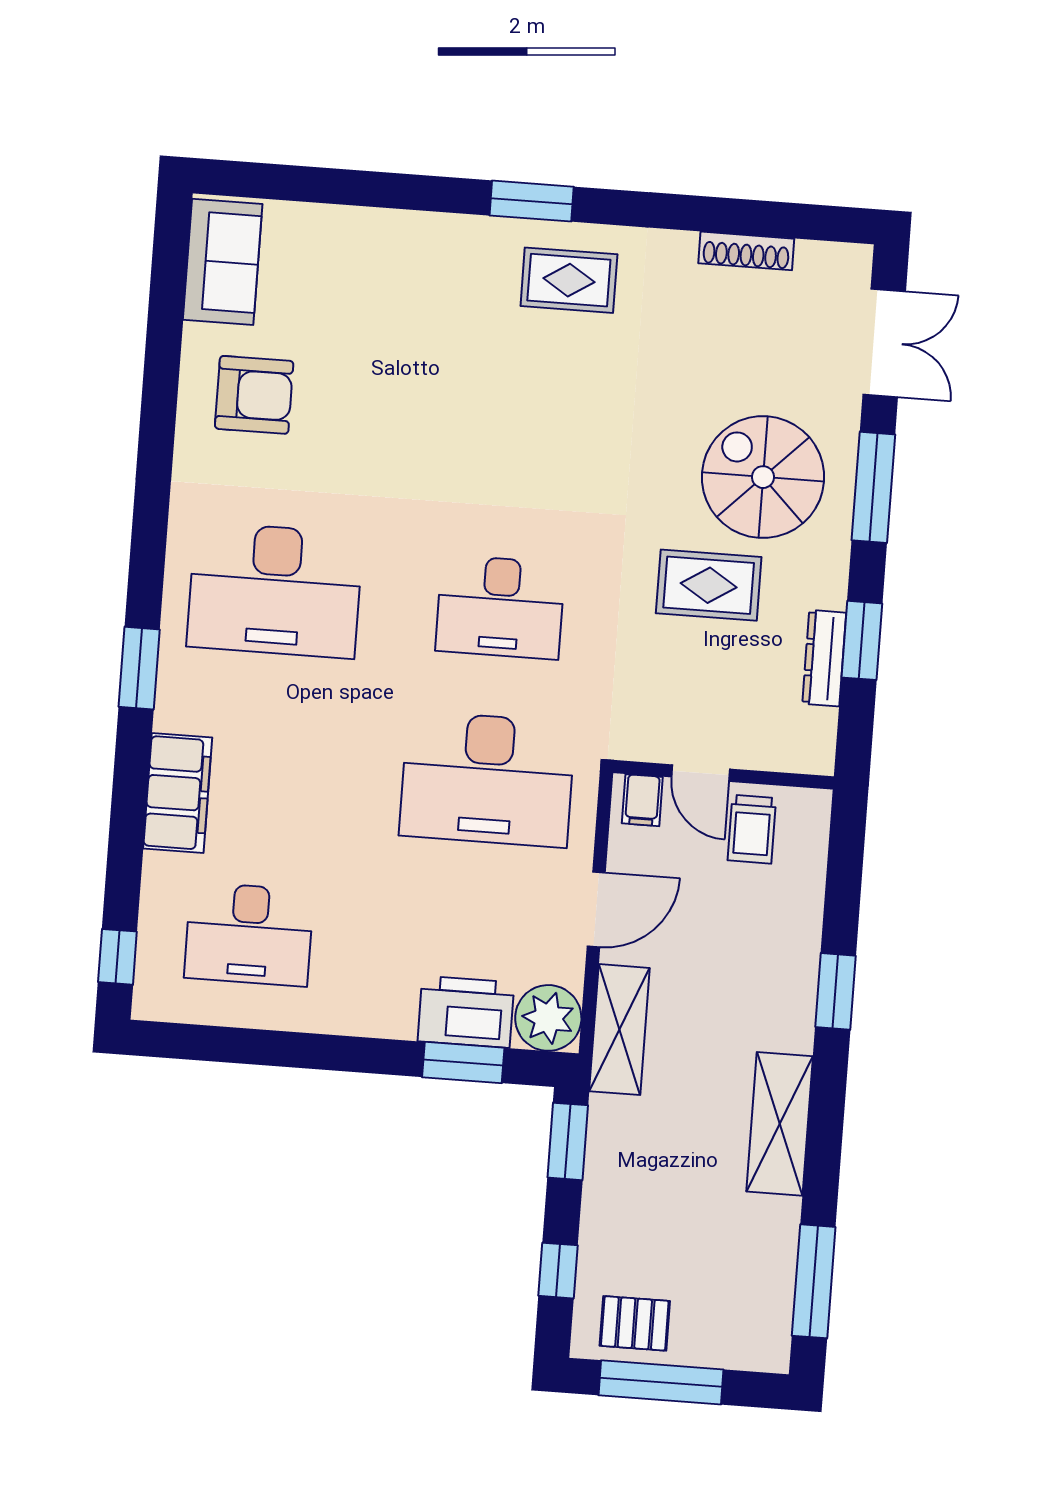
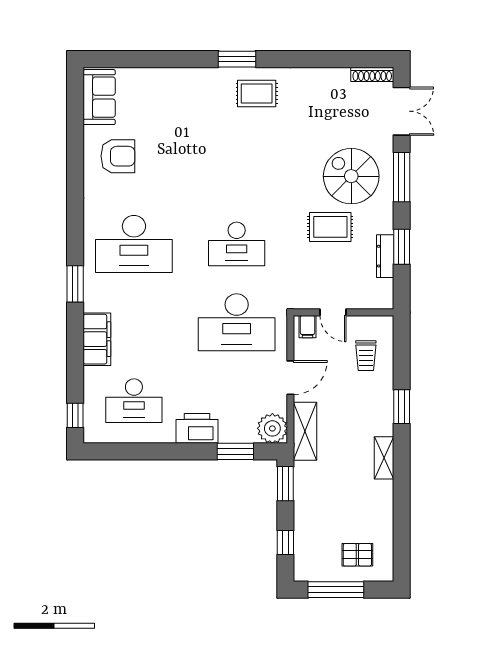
shoe rack: (746, 251) -> (372, 74), moved
trolley: (752, 829) -> (366, 356), moved
printer: (466, 1012) -> (197, 428), moved
shelving: (780, 1124) -> (384, 458), width x0.67, depth x0.75
window: (814, 1281) -> (402, 539), removed
pallet: (635, 1323) -> (357, 555), moved

